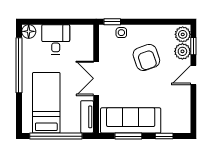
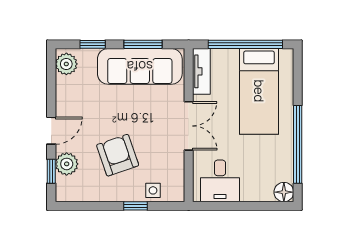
window: (112, 22) -> (135, 206), moved
plant: (183, 34) -> (66, 64), moved
desk: (56, 39) -> (220, 181), moved

